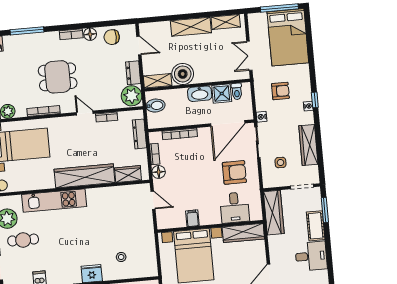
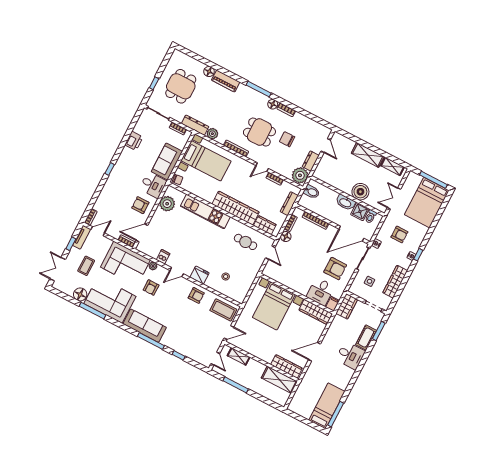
floor lamp: (90, 34) -> (273, 104), moved
chair: (112, 37) -> (287, 139), moved
boiler: (183, 74) -> (360, 192), moved
shelving: (158, 81) -> (323, 176), removed
door: (85, 113) -> (262, 167), swing flipped
wardrobe: (274, 213) -> (347, 306), width x0.67
filing cabinet: (192, 218) -> (333, 304), moved
cafe table: (23, 240) -> (246, 242), moved

